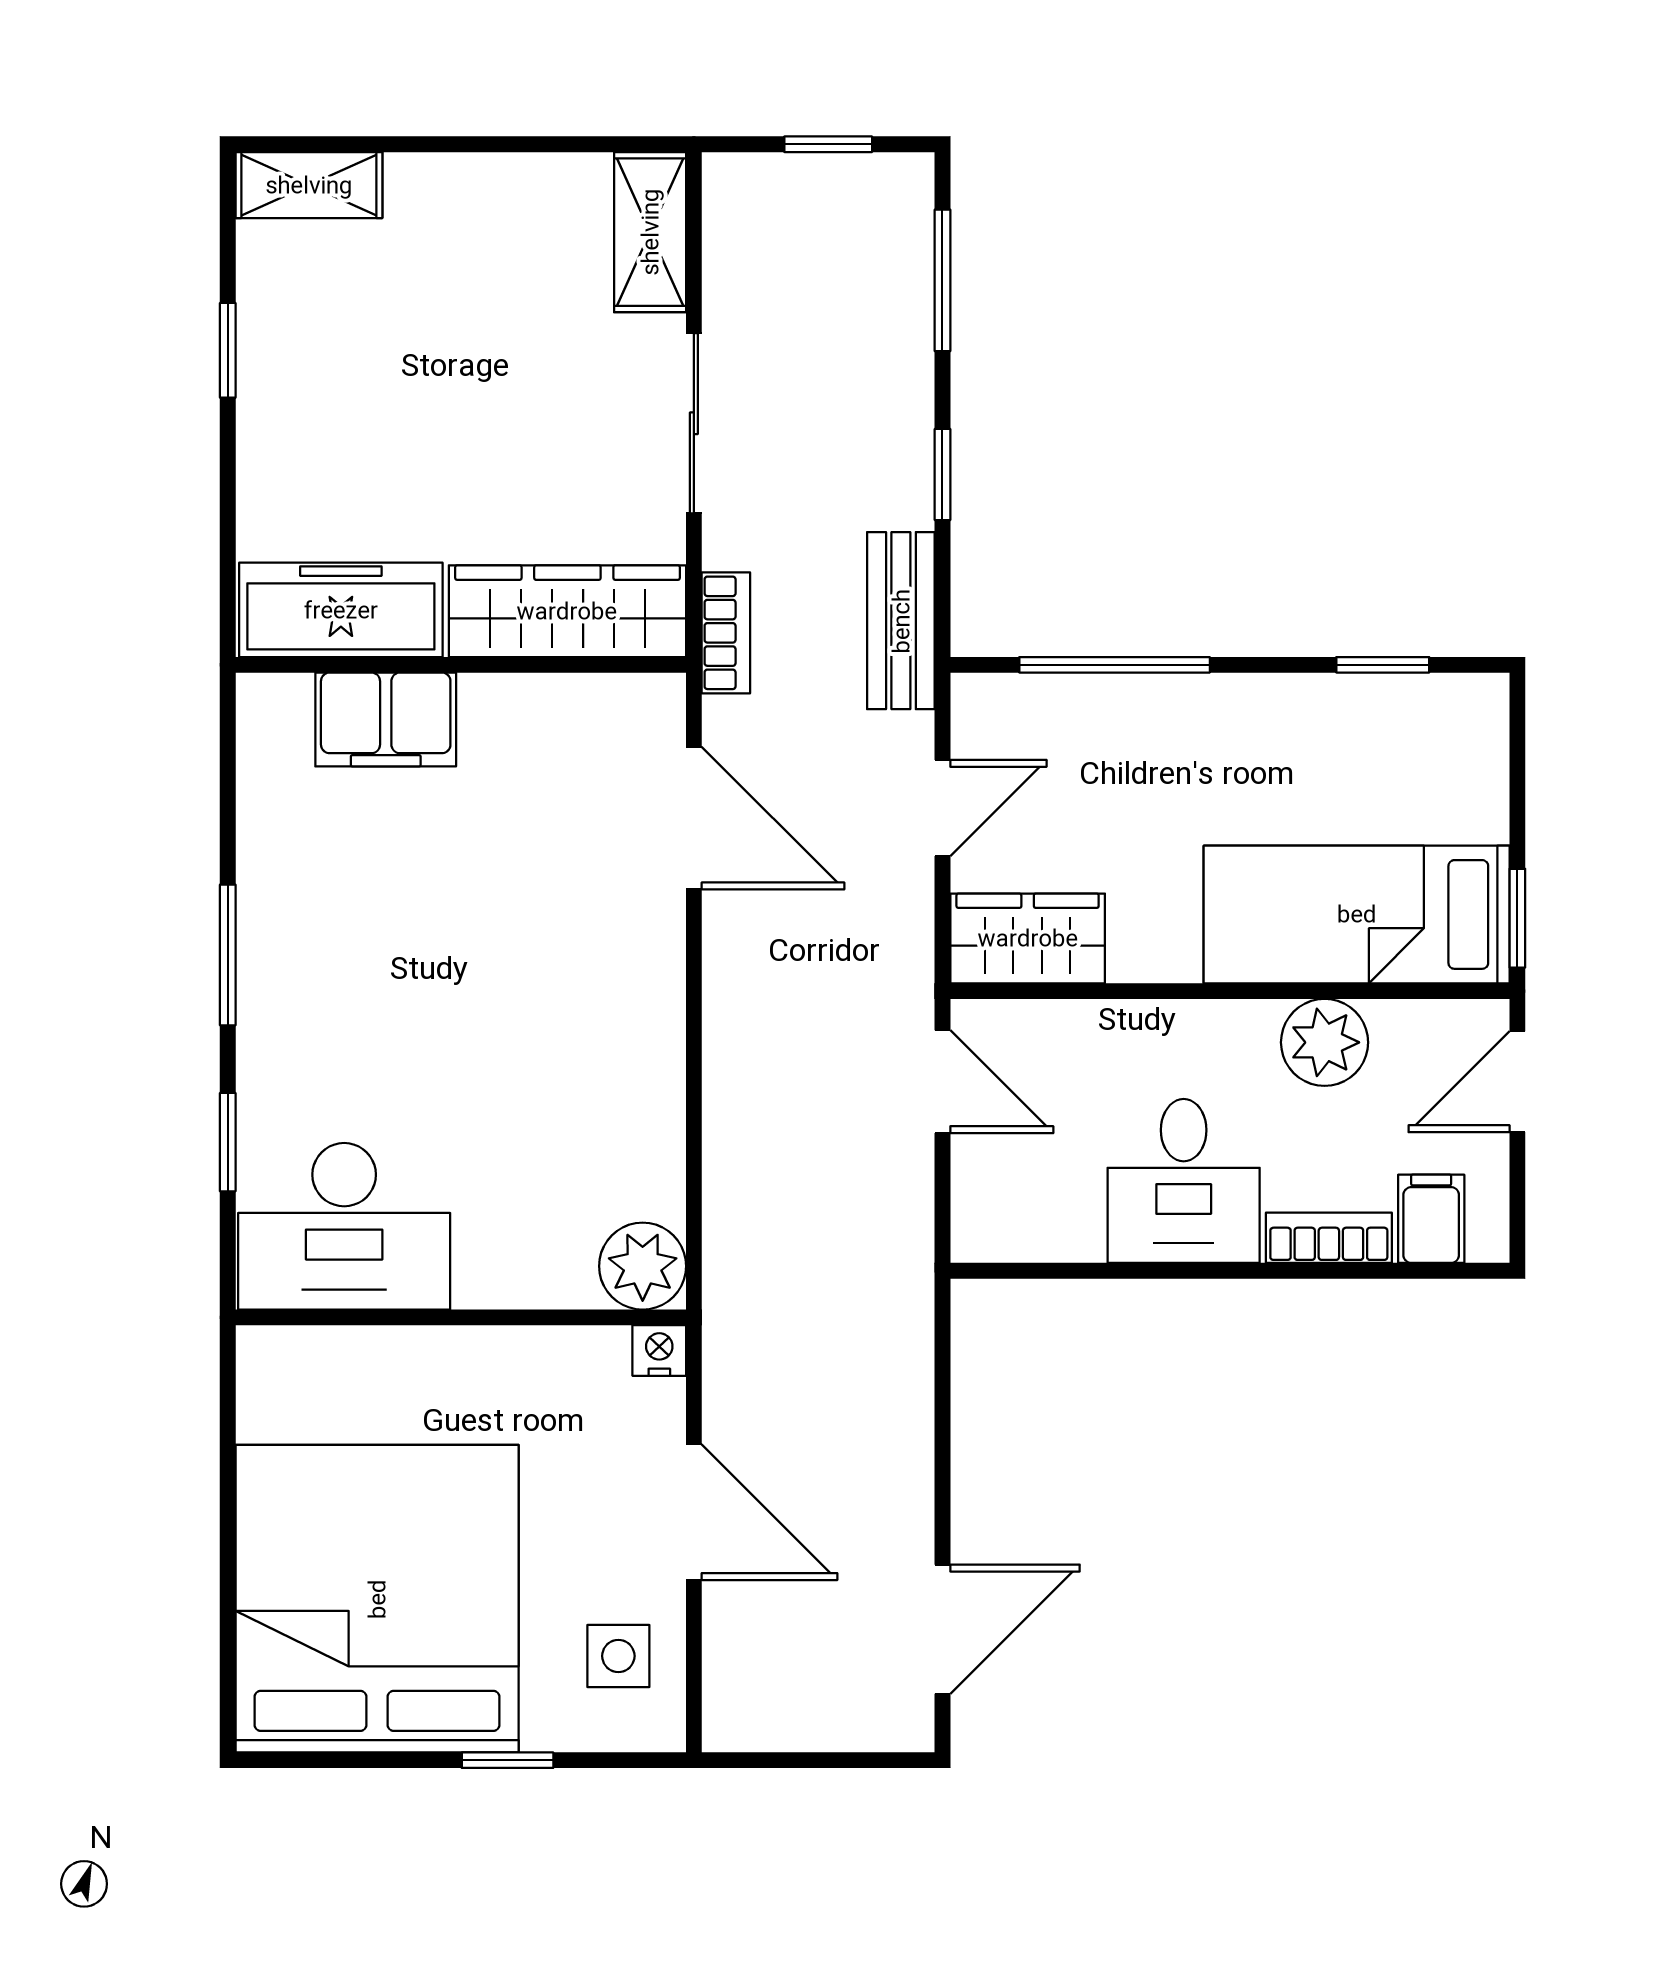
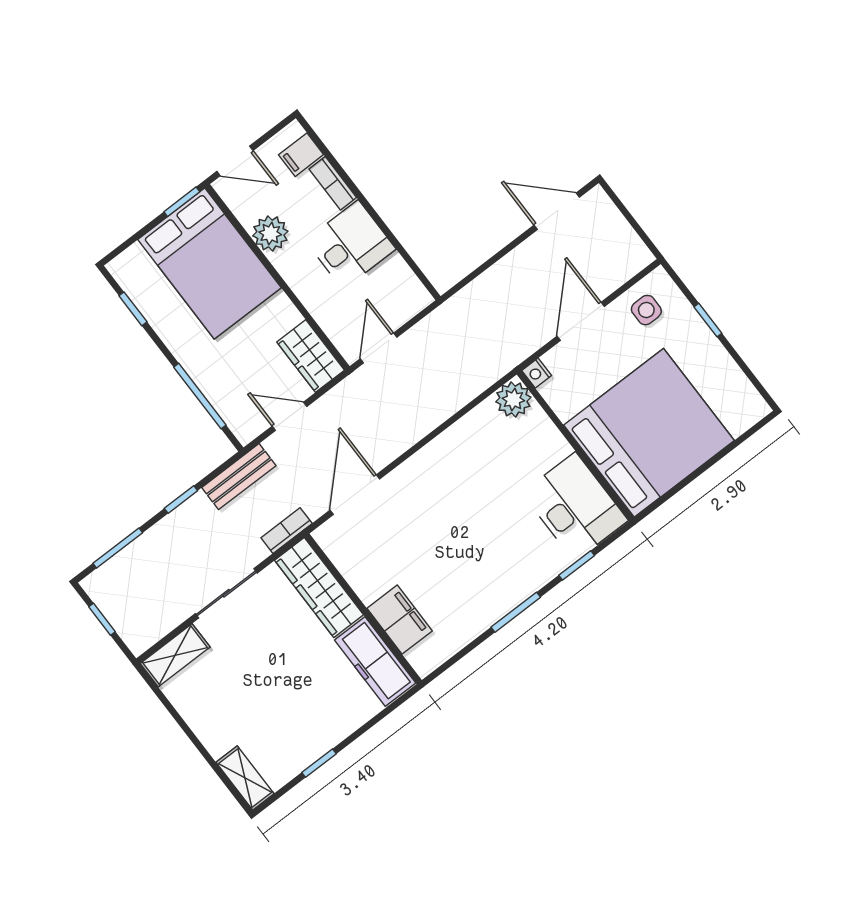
bed: (1357, 914) -> (209, 264), width x1.50
bed: (377, 1599) -> (649, 433), moved, turned 180

